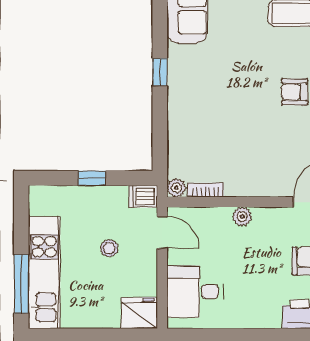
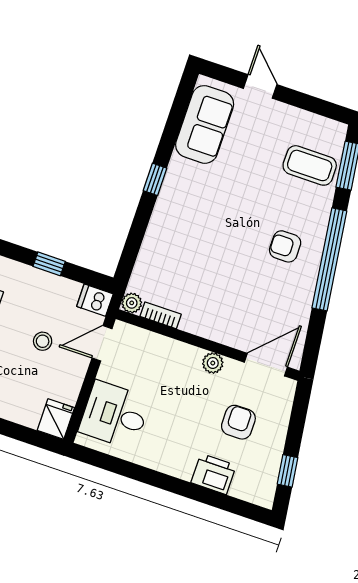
plant: (242, 216) -> (213, 363), moved
door: (162, 232) -> (102, 343), swing flipped
fridge: (139, 313) -> (56, 419), width x0.72

